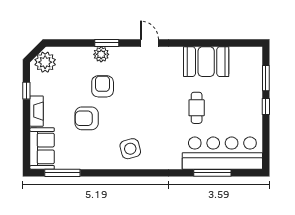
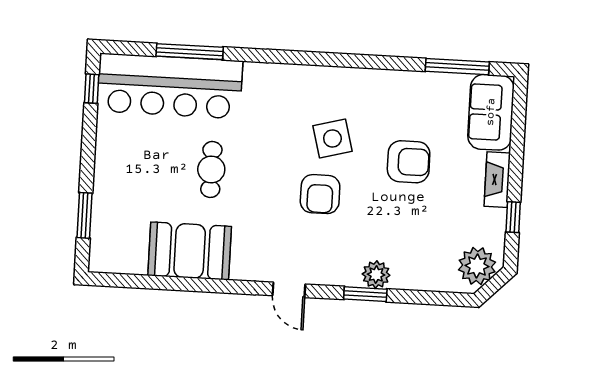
armchair: (103, 86) -> (320, 194), moved
window: (266, 107) -> (92, 89), moved
side table: (130, 149) -> (332, 138), moved

